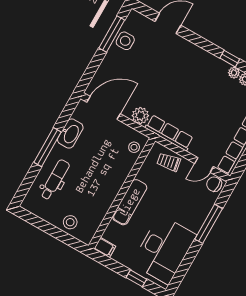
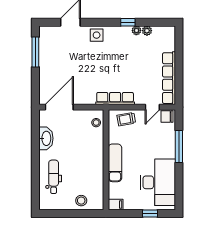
side table: (125, 41) -> (97, 35), moved
plant: (140, 116) -> (88, 98), removed
window: (48, 147) -> (35, 157), removed

